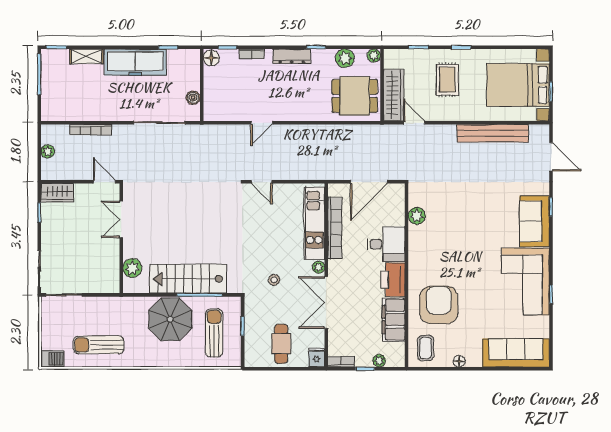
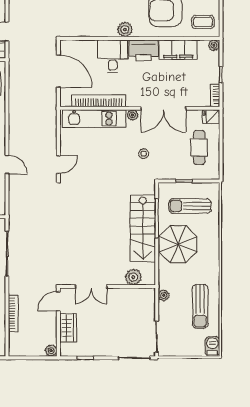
plant: (48, 151) -> (51, 351), moved
wardrobe: (57, 193) -> (68, 328), moved
plant: (417, 216) -> (125, 30), moved
plant: (111, 303) -> (164, 295), added
cafe table: (281, 344) -> (199, 147), turned 90
plant: (379, 361) -> (214, 45), moved

